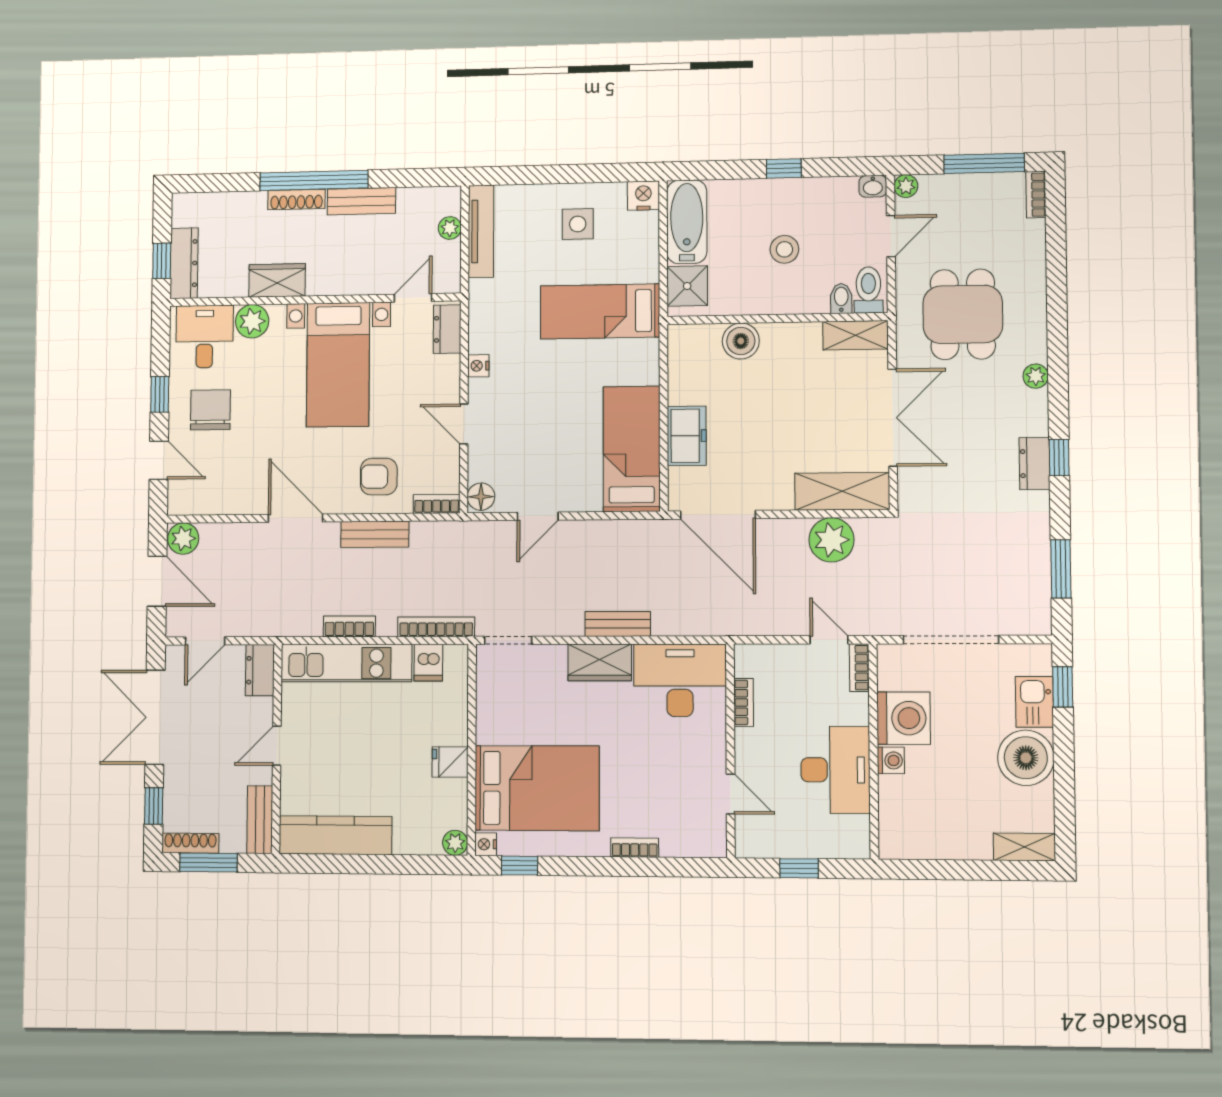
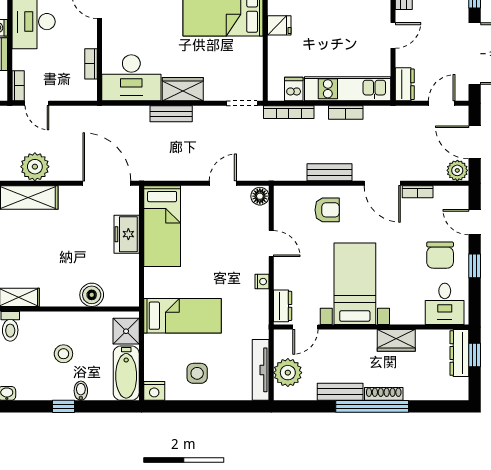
plant: (450, 228) -> (288, 373), width x1.87, depth x1.87
bidet: (841, 299) -> (81, 391), moved, turned 180
plant: (252, 321) -> (413, 313), removed
bookcase: (437, 504) -> (418, 192), moved

